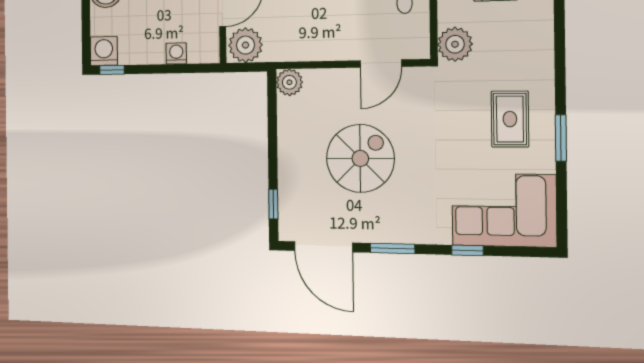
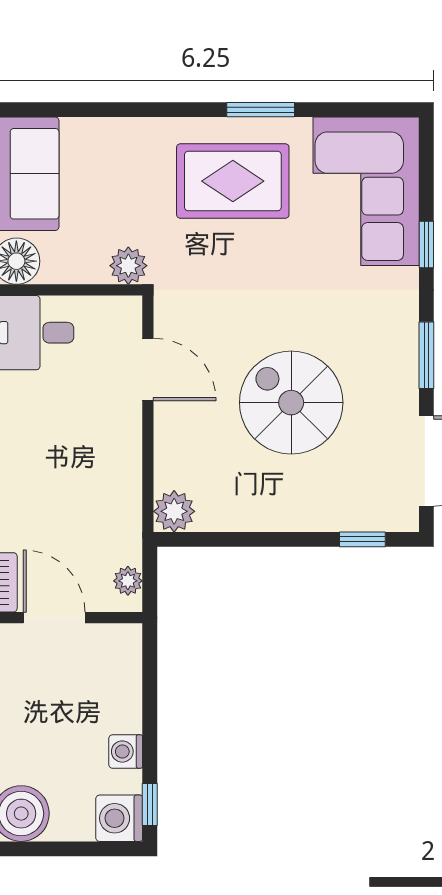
plant: (455, 44) -> (128, 266), width x0.73, depth x0.73
plant: (245, 45) -> (128, 581), width x0.53, depth x0.53
washing machine: (176, 53) -> (126, 752), moved
rug: (510, 119) -> (233, 181), width x1.36, depth x1.43

